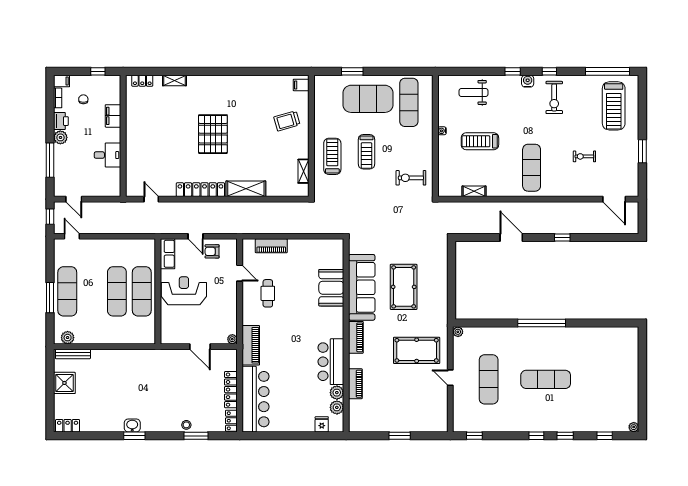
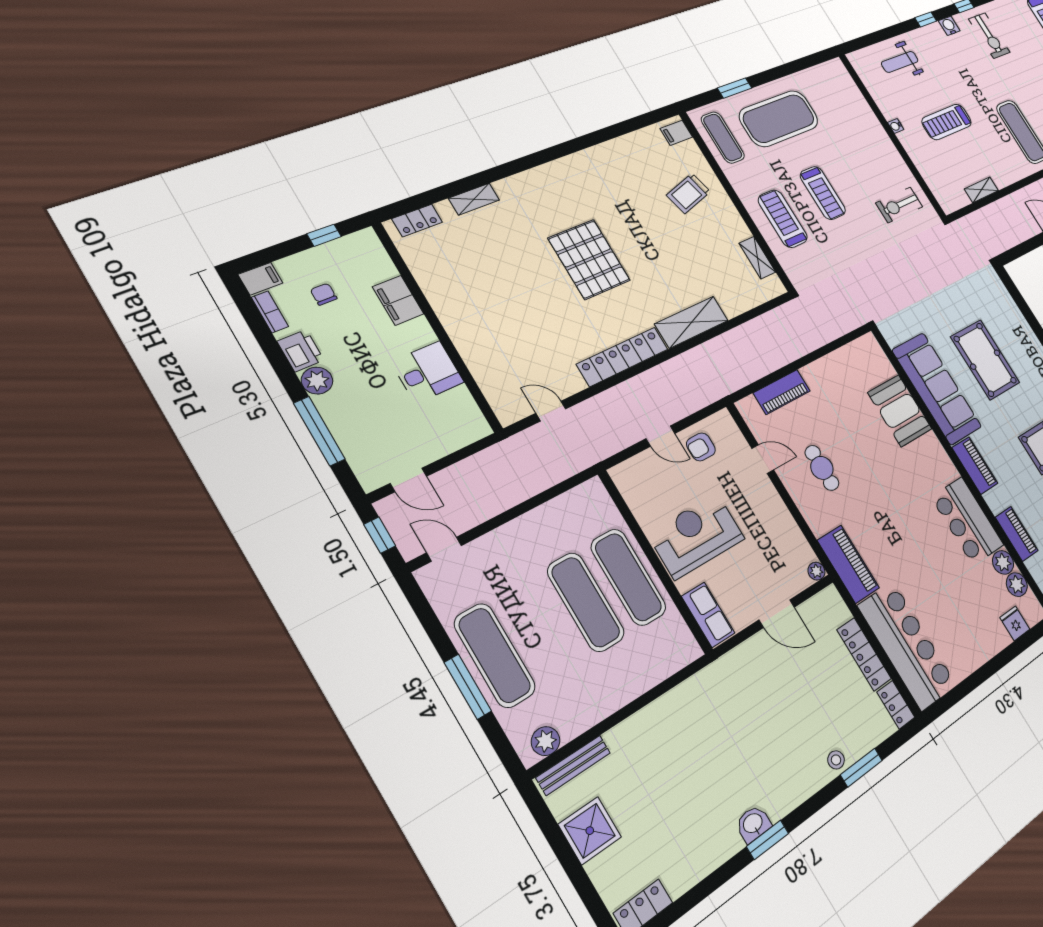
exercise mat: (409, 102) -> (723, 138), moved, width x0.73, depth x0.69
row of seats: (167, 254) -> (708, 615), moved

